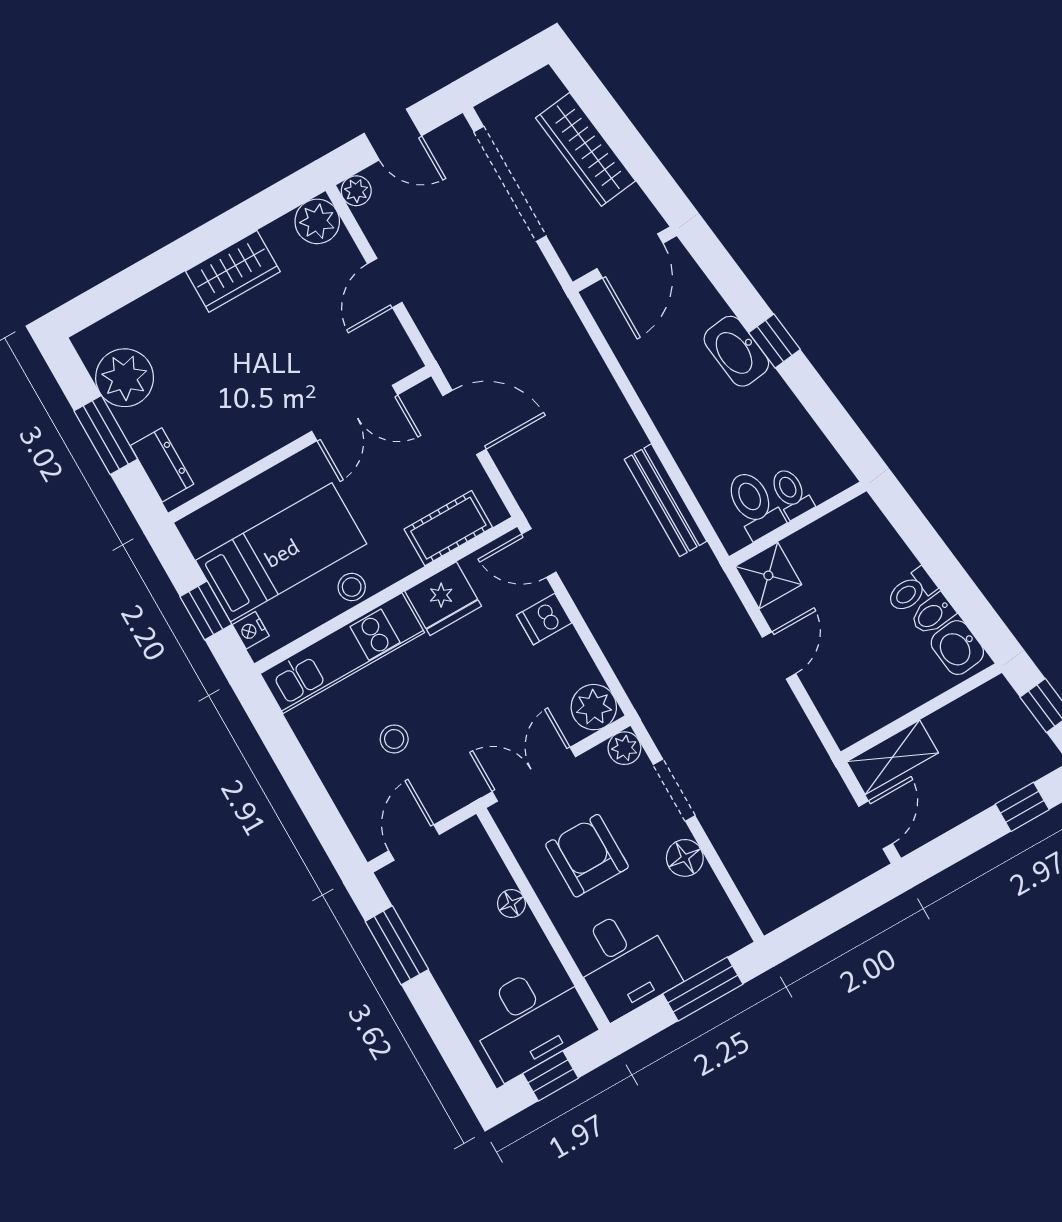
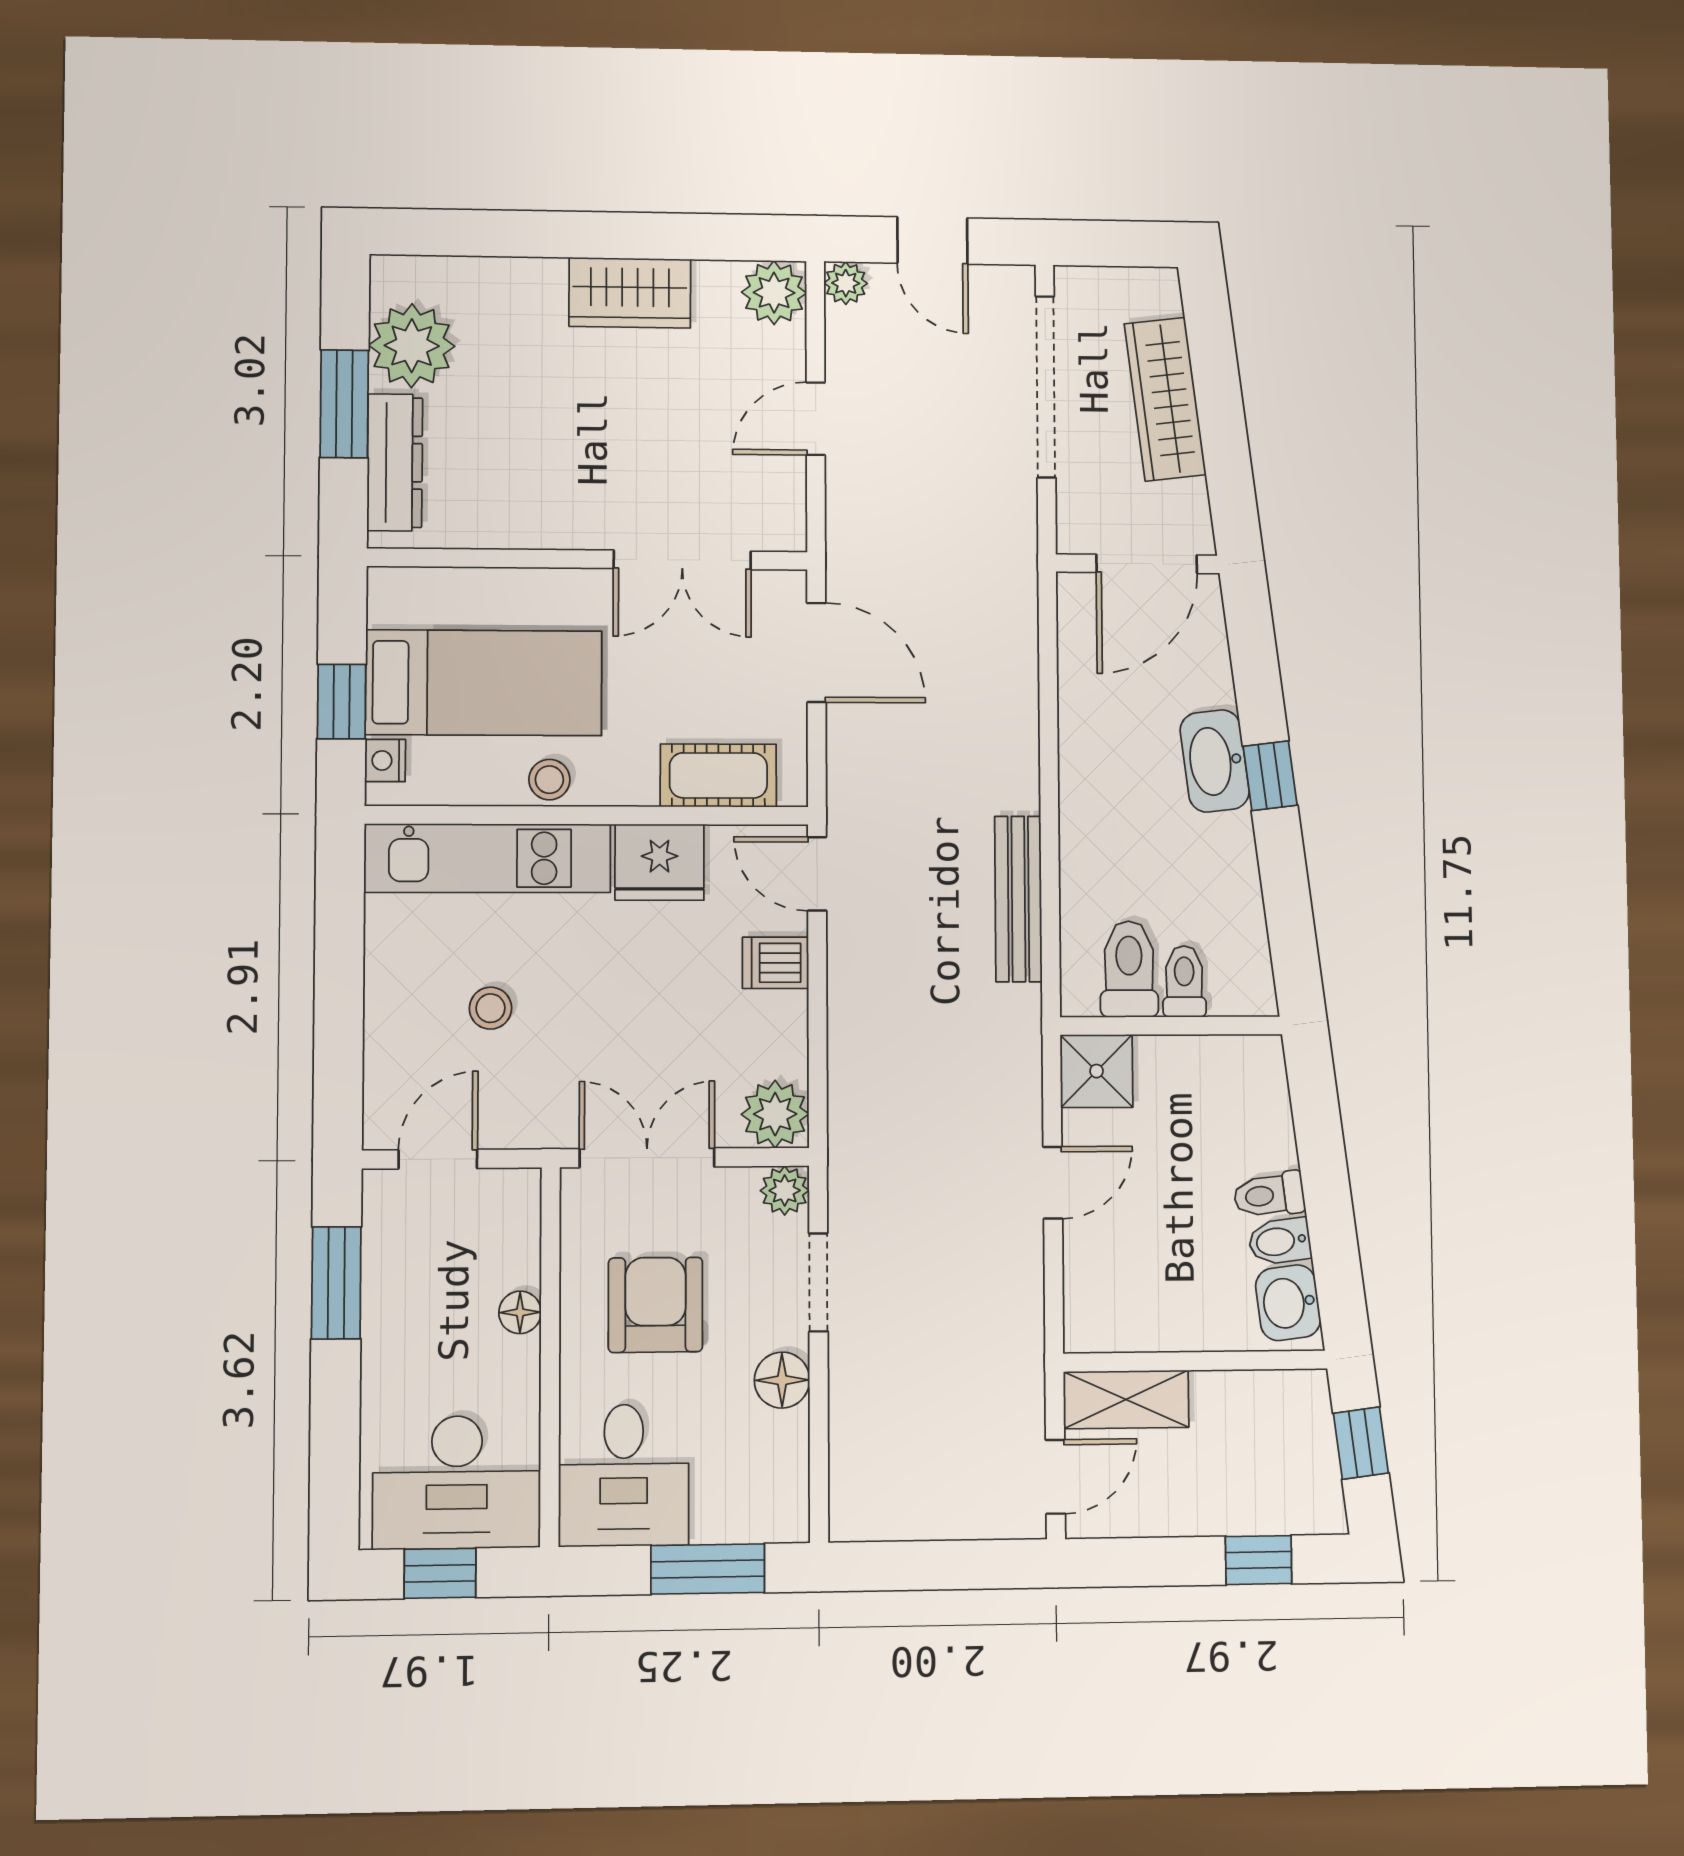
dresser: (162, 465) -> (395, 462), width x1.44

